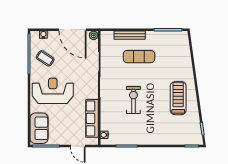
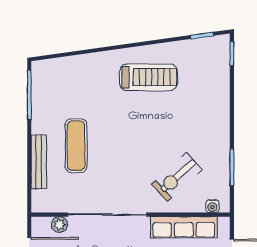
plant: (94, 35) -> (59, 225), moved
treadmill: (178, 98) -> (149, 77), turned 180
exercise bike: (133, 100) -> (177, 177), moved, turned -42

